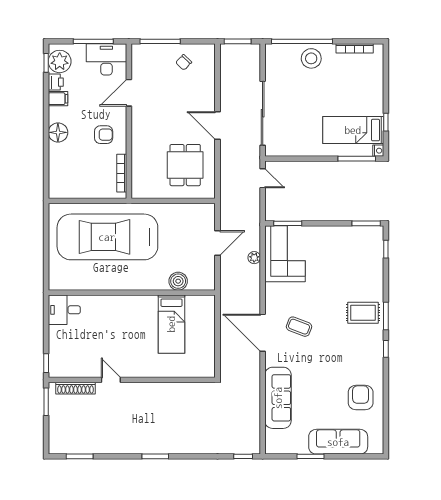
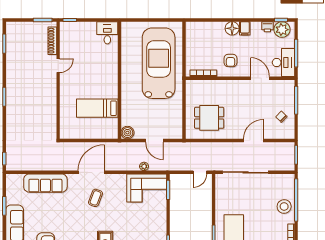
filing cabinet: (58, 99) -> (245, 28), moved
door: (217, 126) -> (253, 141), moved
boiler: (178, 281) -> (127, 133), moved

